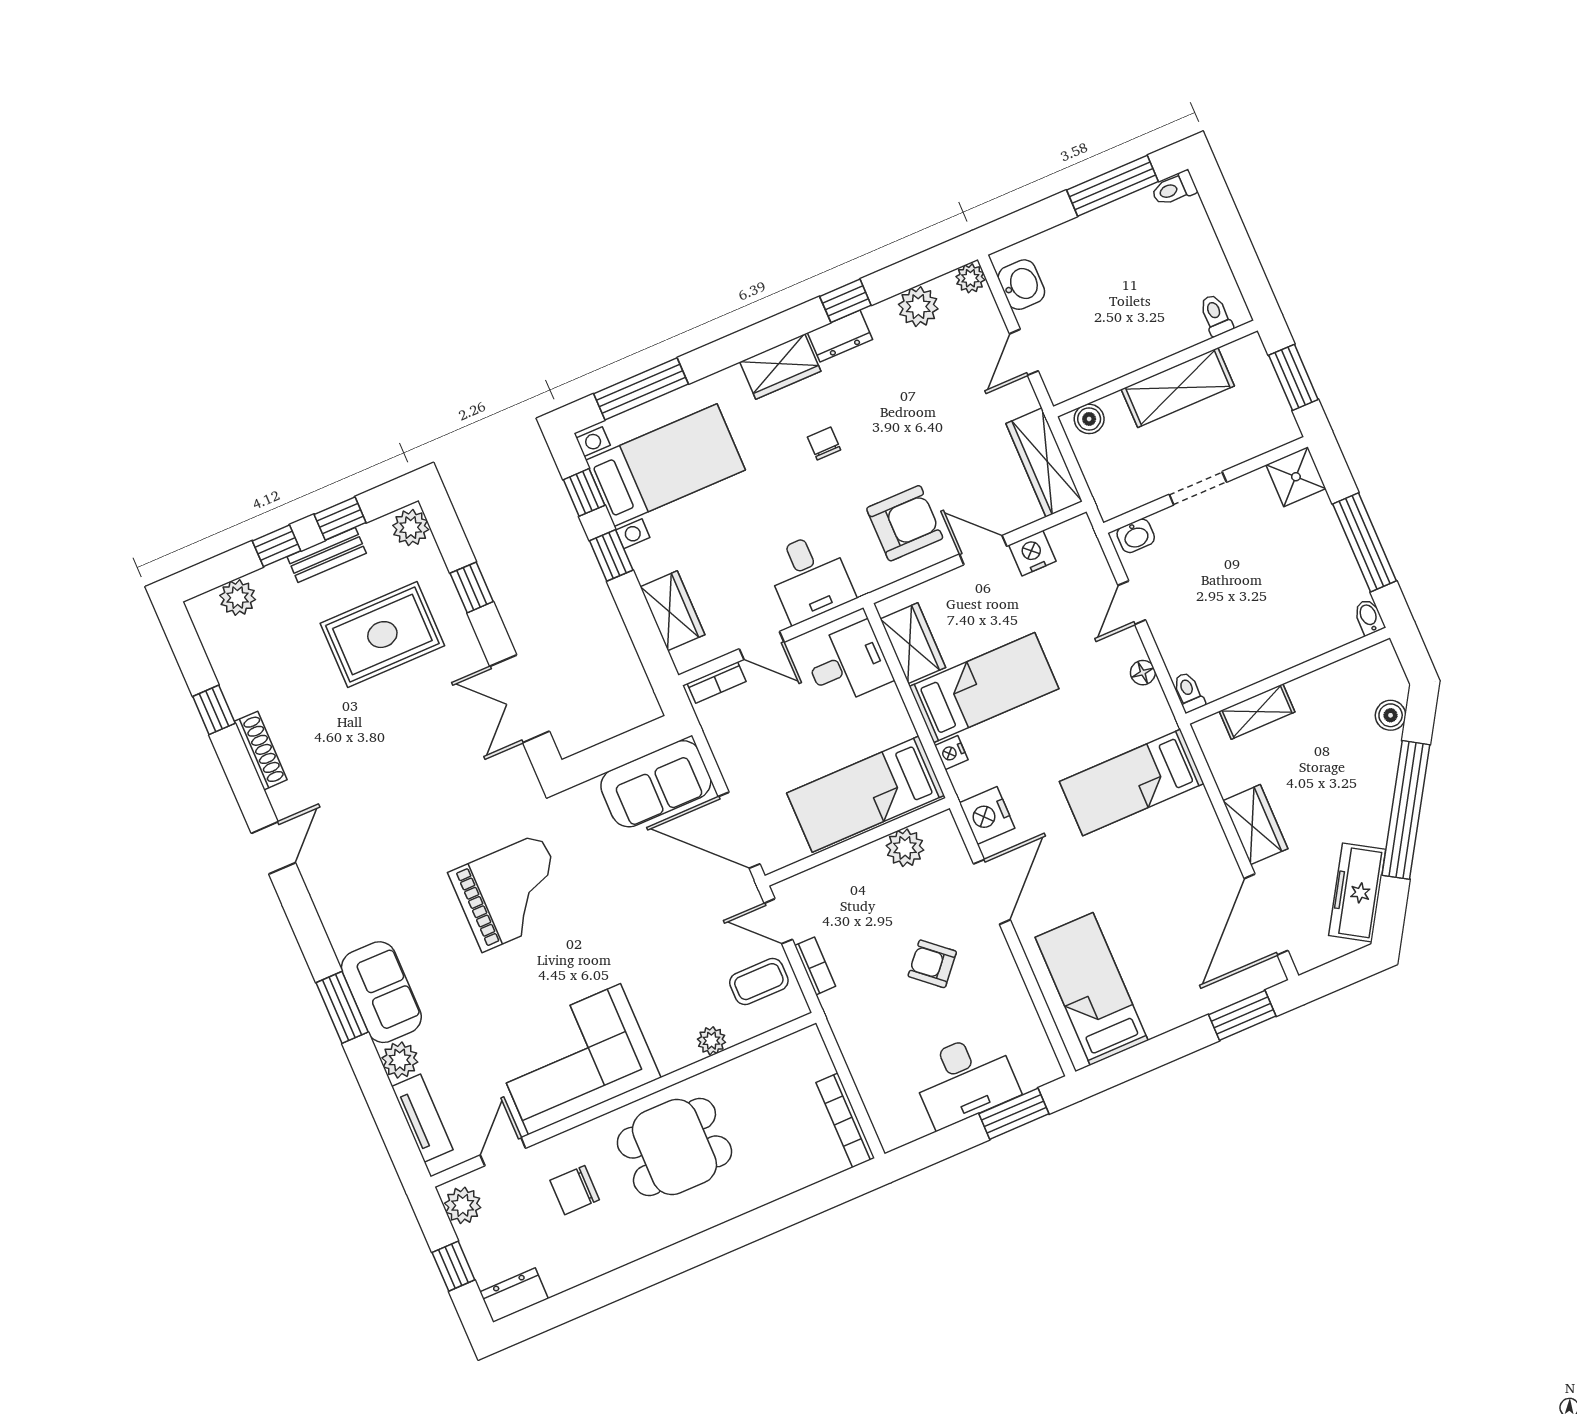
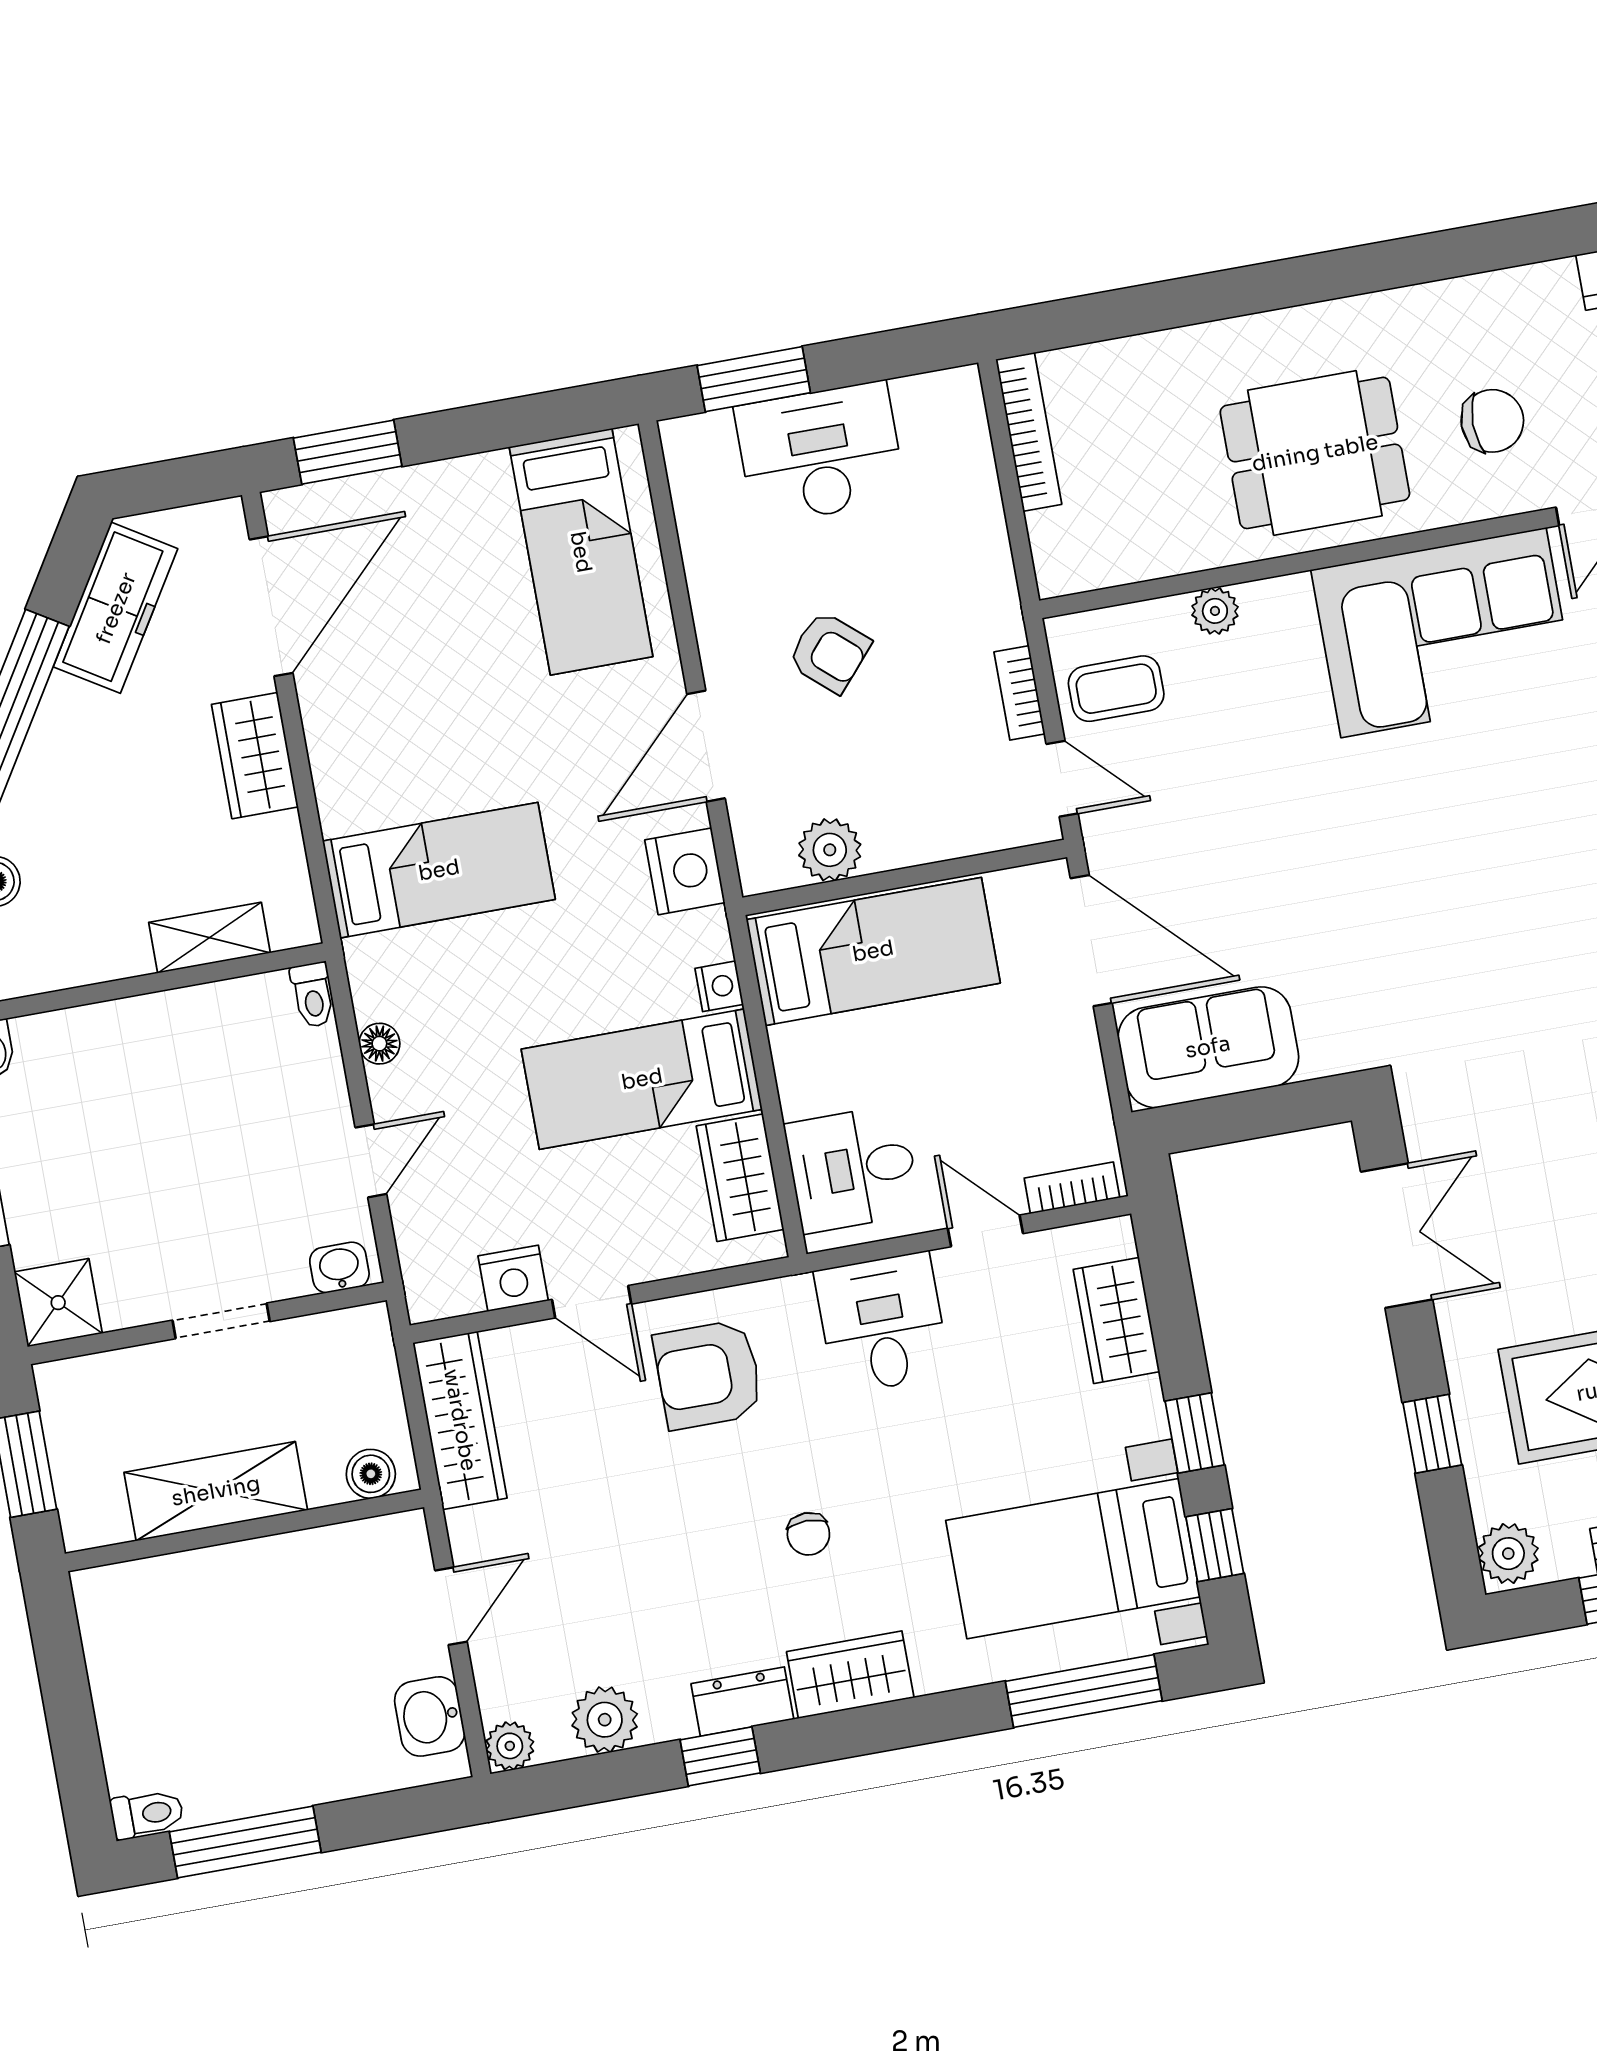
toilet: (1216, 315) -> (127, 1594), removed
grand piano: (511, 893) -> (1483, 925), removed

